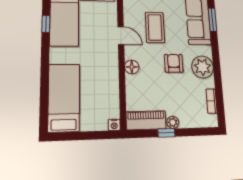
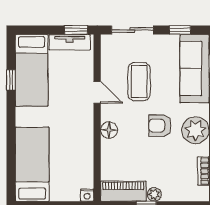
armchair: (174, 63) -> (160, 126), turned -90

